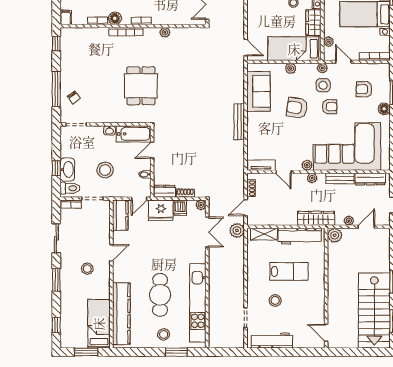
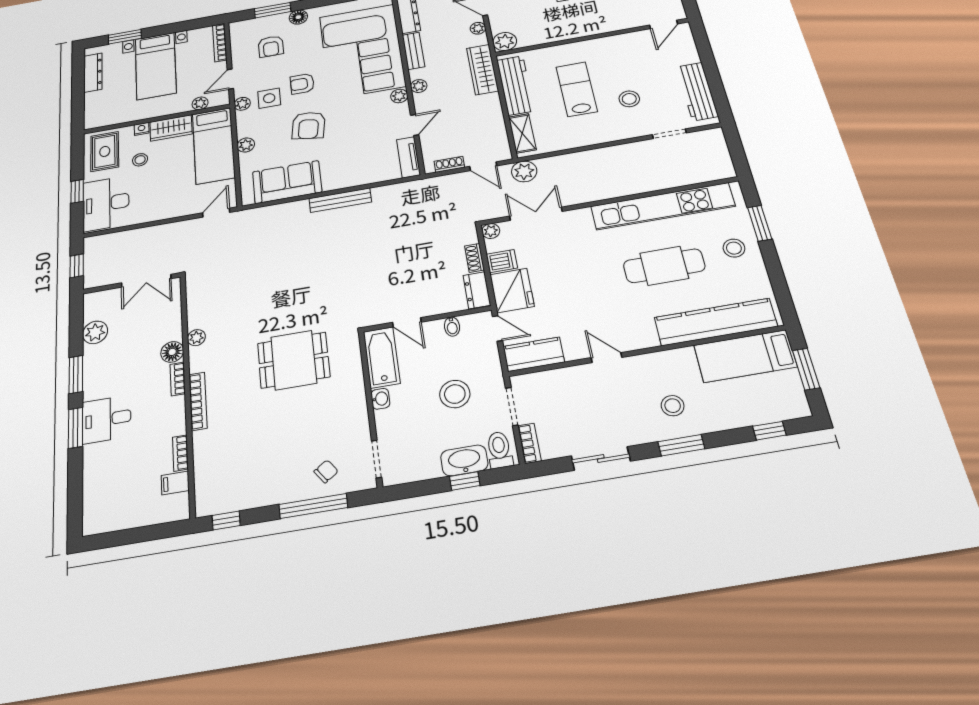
filing cabinet: (66, 17) -> (175, 483), moved
floor lamp: (115, 18) -> (172, 352), moved
armchair: (330, 107) -> (302, 84), turned -90
stool: (87, 269) -> (673, 406), moved

